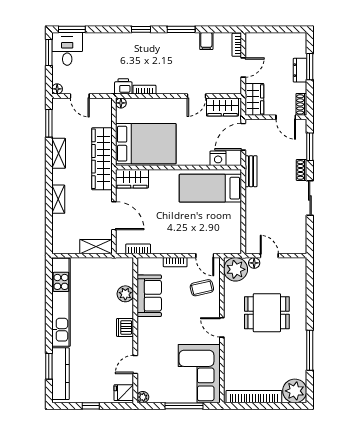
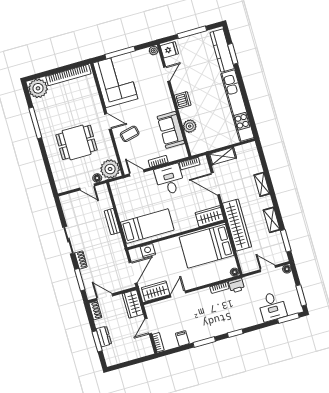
desk: (67, 49) -> (272, 306), moved
bench: (251, 171) -> (112, 222), moved
desk: (168, 237) -> (170, 179), added
coffee table: (202, 288) -> (130, 134), moved
window: (91, 406) -> (192, 32), width x2.17

